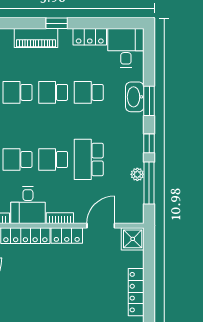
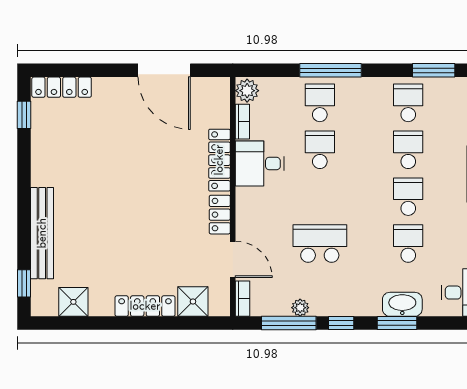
school desk: (53, 159) -> (320, 197), removed
bookcase: (60, 218) -> (243, 299), moved
shower: (133, 239) -> (193, 301), moved

